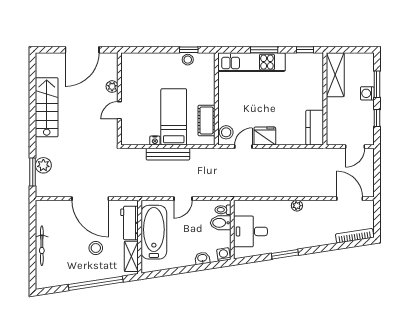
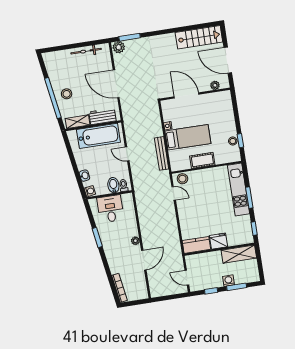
plant: (112, 87) -> (215, 85), moved
stairs: (47, 107) -> (199, 37), moved
door: (119, 110) -> (186, 95), width x1.87
cot: (207, 120) -> (202, 160), moved
fridge: (265, 136) -> (218, 241), moved, turned -90
bench: (168, 154) -> (162, 153), moved
plant: (43, 165) -> (119, 47), moved
door: (90, 199) -> (116, 84), hinge flipped
door: (350, 199) -> (144, 260), moved
bicycle: (42, 246) -> (86, 51), moved
stool: (96, 248) -> (67, 94), moved

